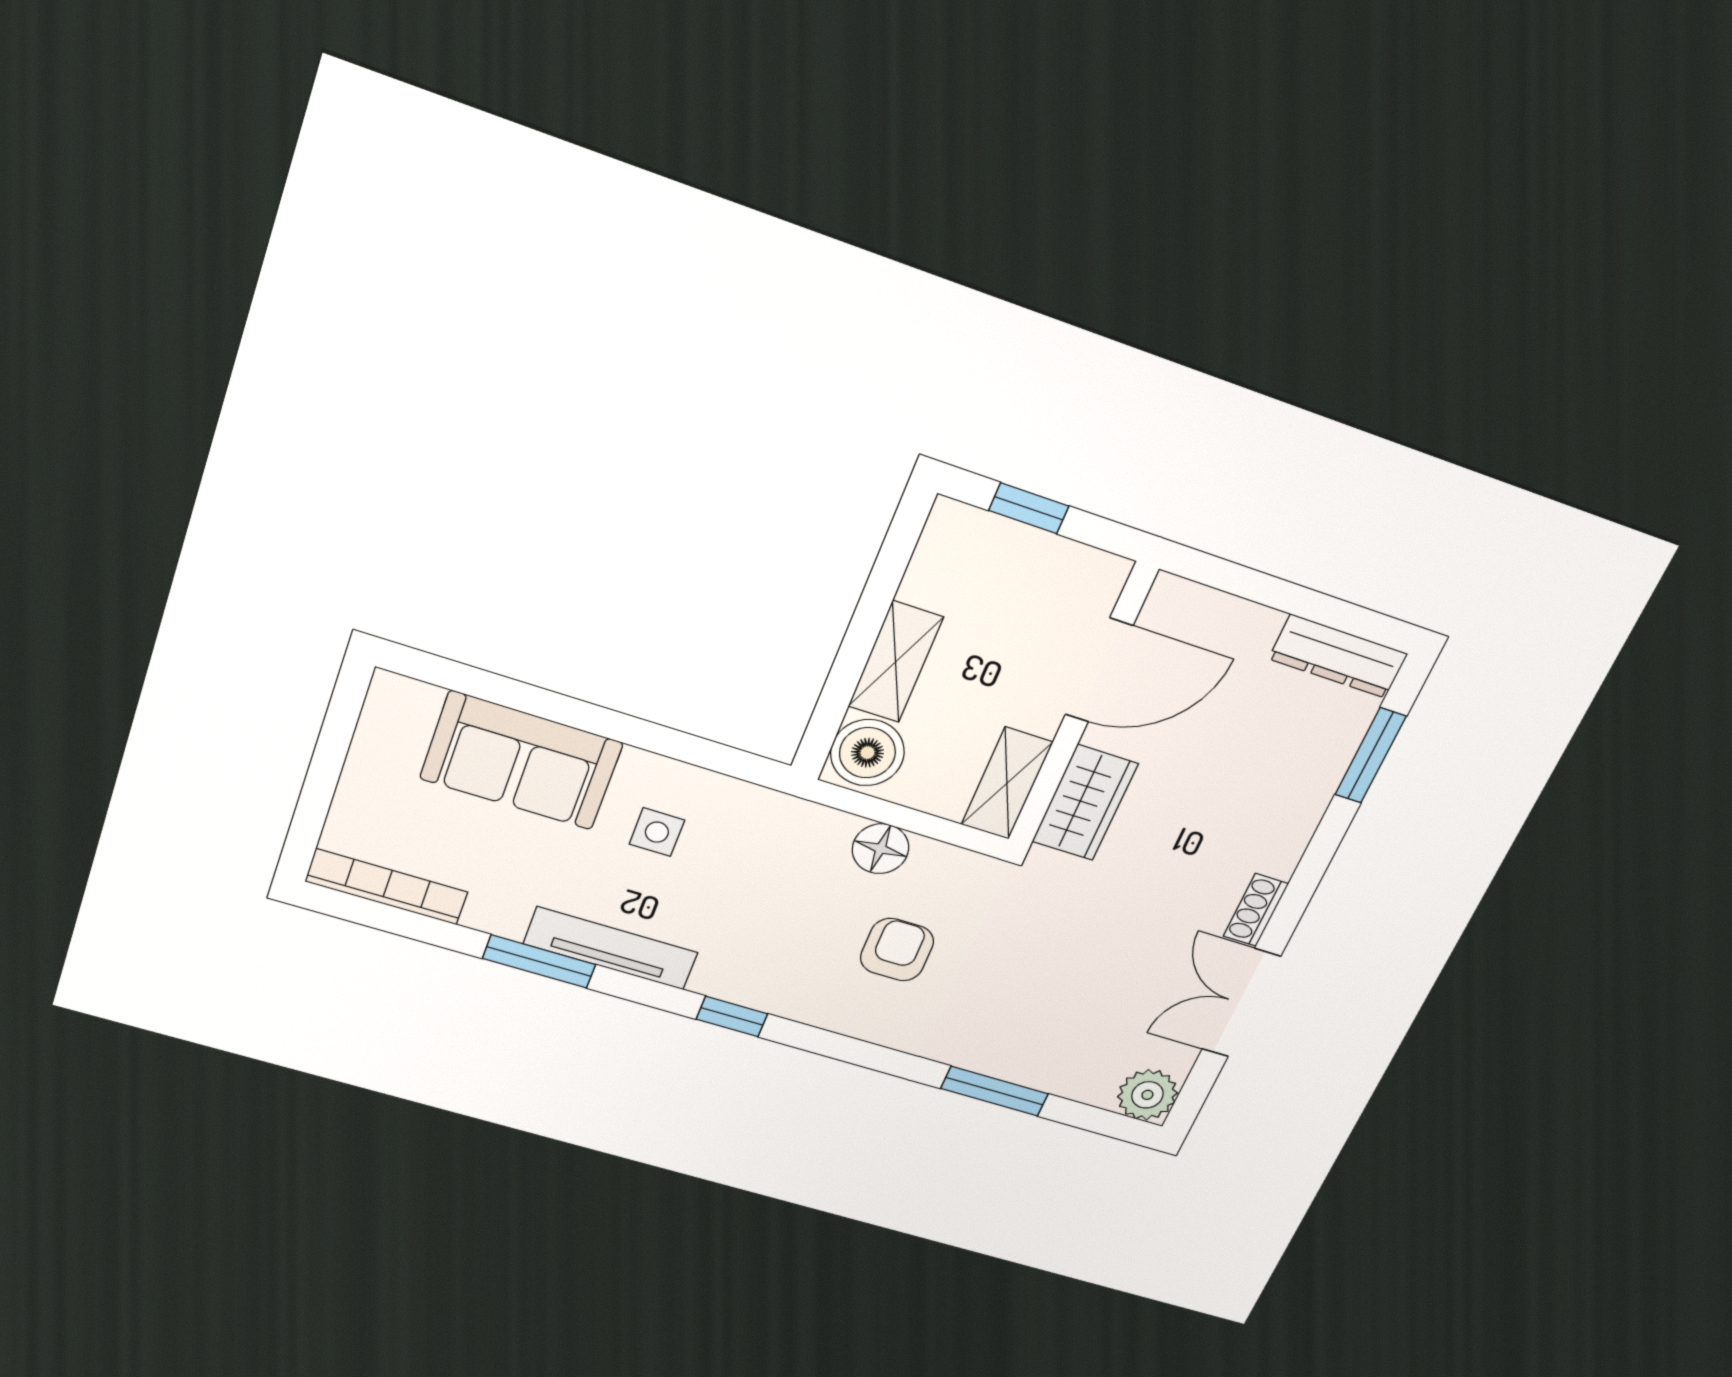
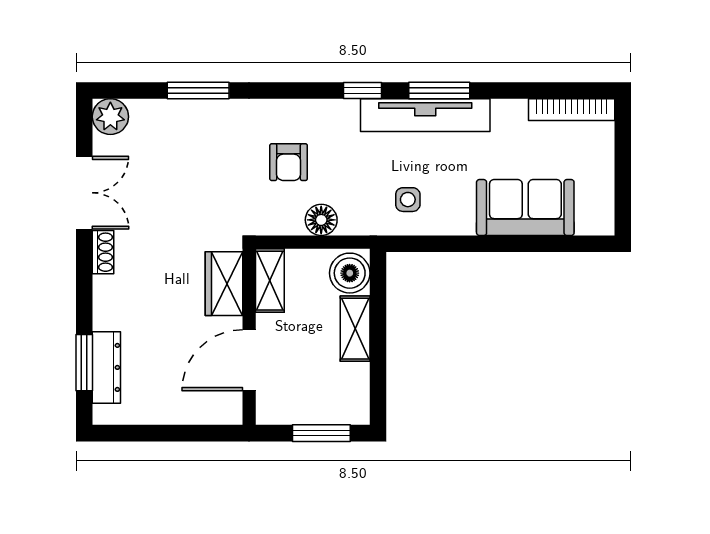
window: (1029, 508) -> (321, 433), width x1.50
dresser: (1338, 656) -> (106, 367), moved, turned 90
side table: (657, 832) -> (408, 200), moved
tv unit: (611, 948) -> (425, 115), width x1.36, depth x1.29
window: (539, 962) -> (439, 90), moved

